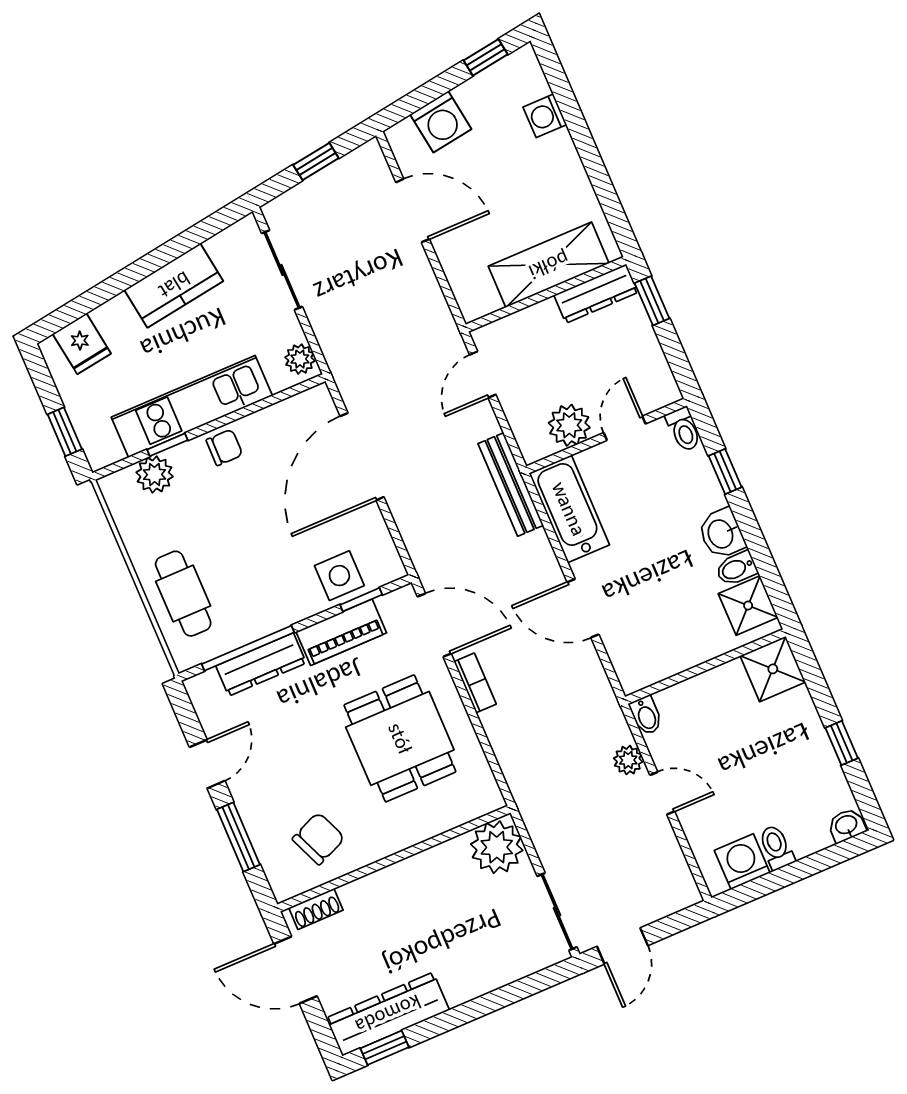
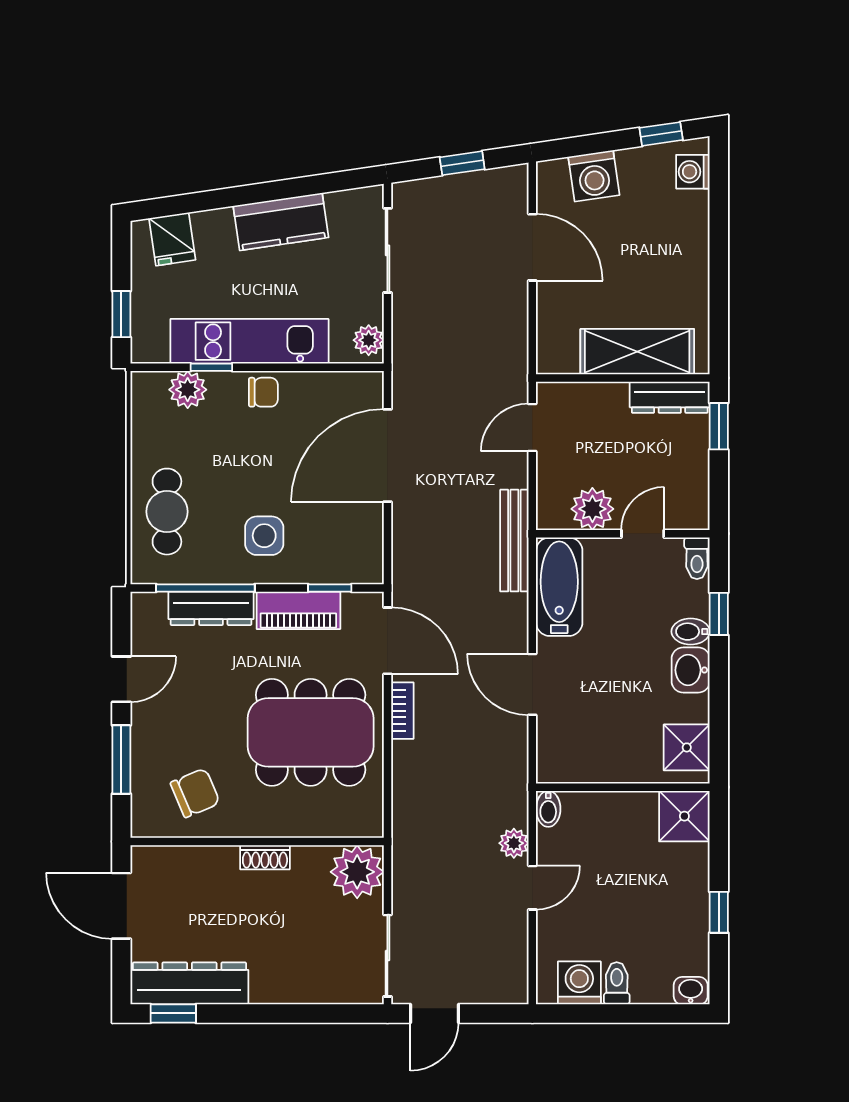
washing machine: (545, 116) -> (693, 172), moved
bidet: (736, 569) -> (691, 632), moved
side table: (339, 576) -> (264, 536), moved
dining table: (400, 738) -> (311, 732), width x1.38
door: (662, 793) -> (532, 888), hinge flipped
shoe rack: (316, 909) -> (265, 857), moved

